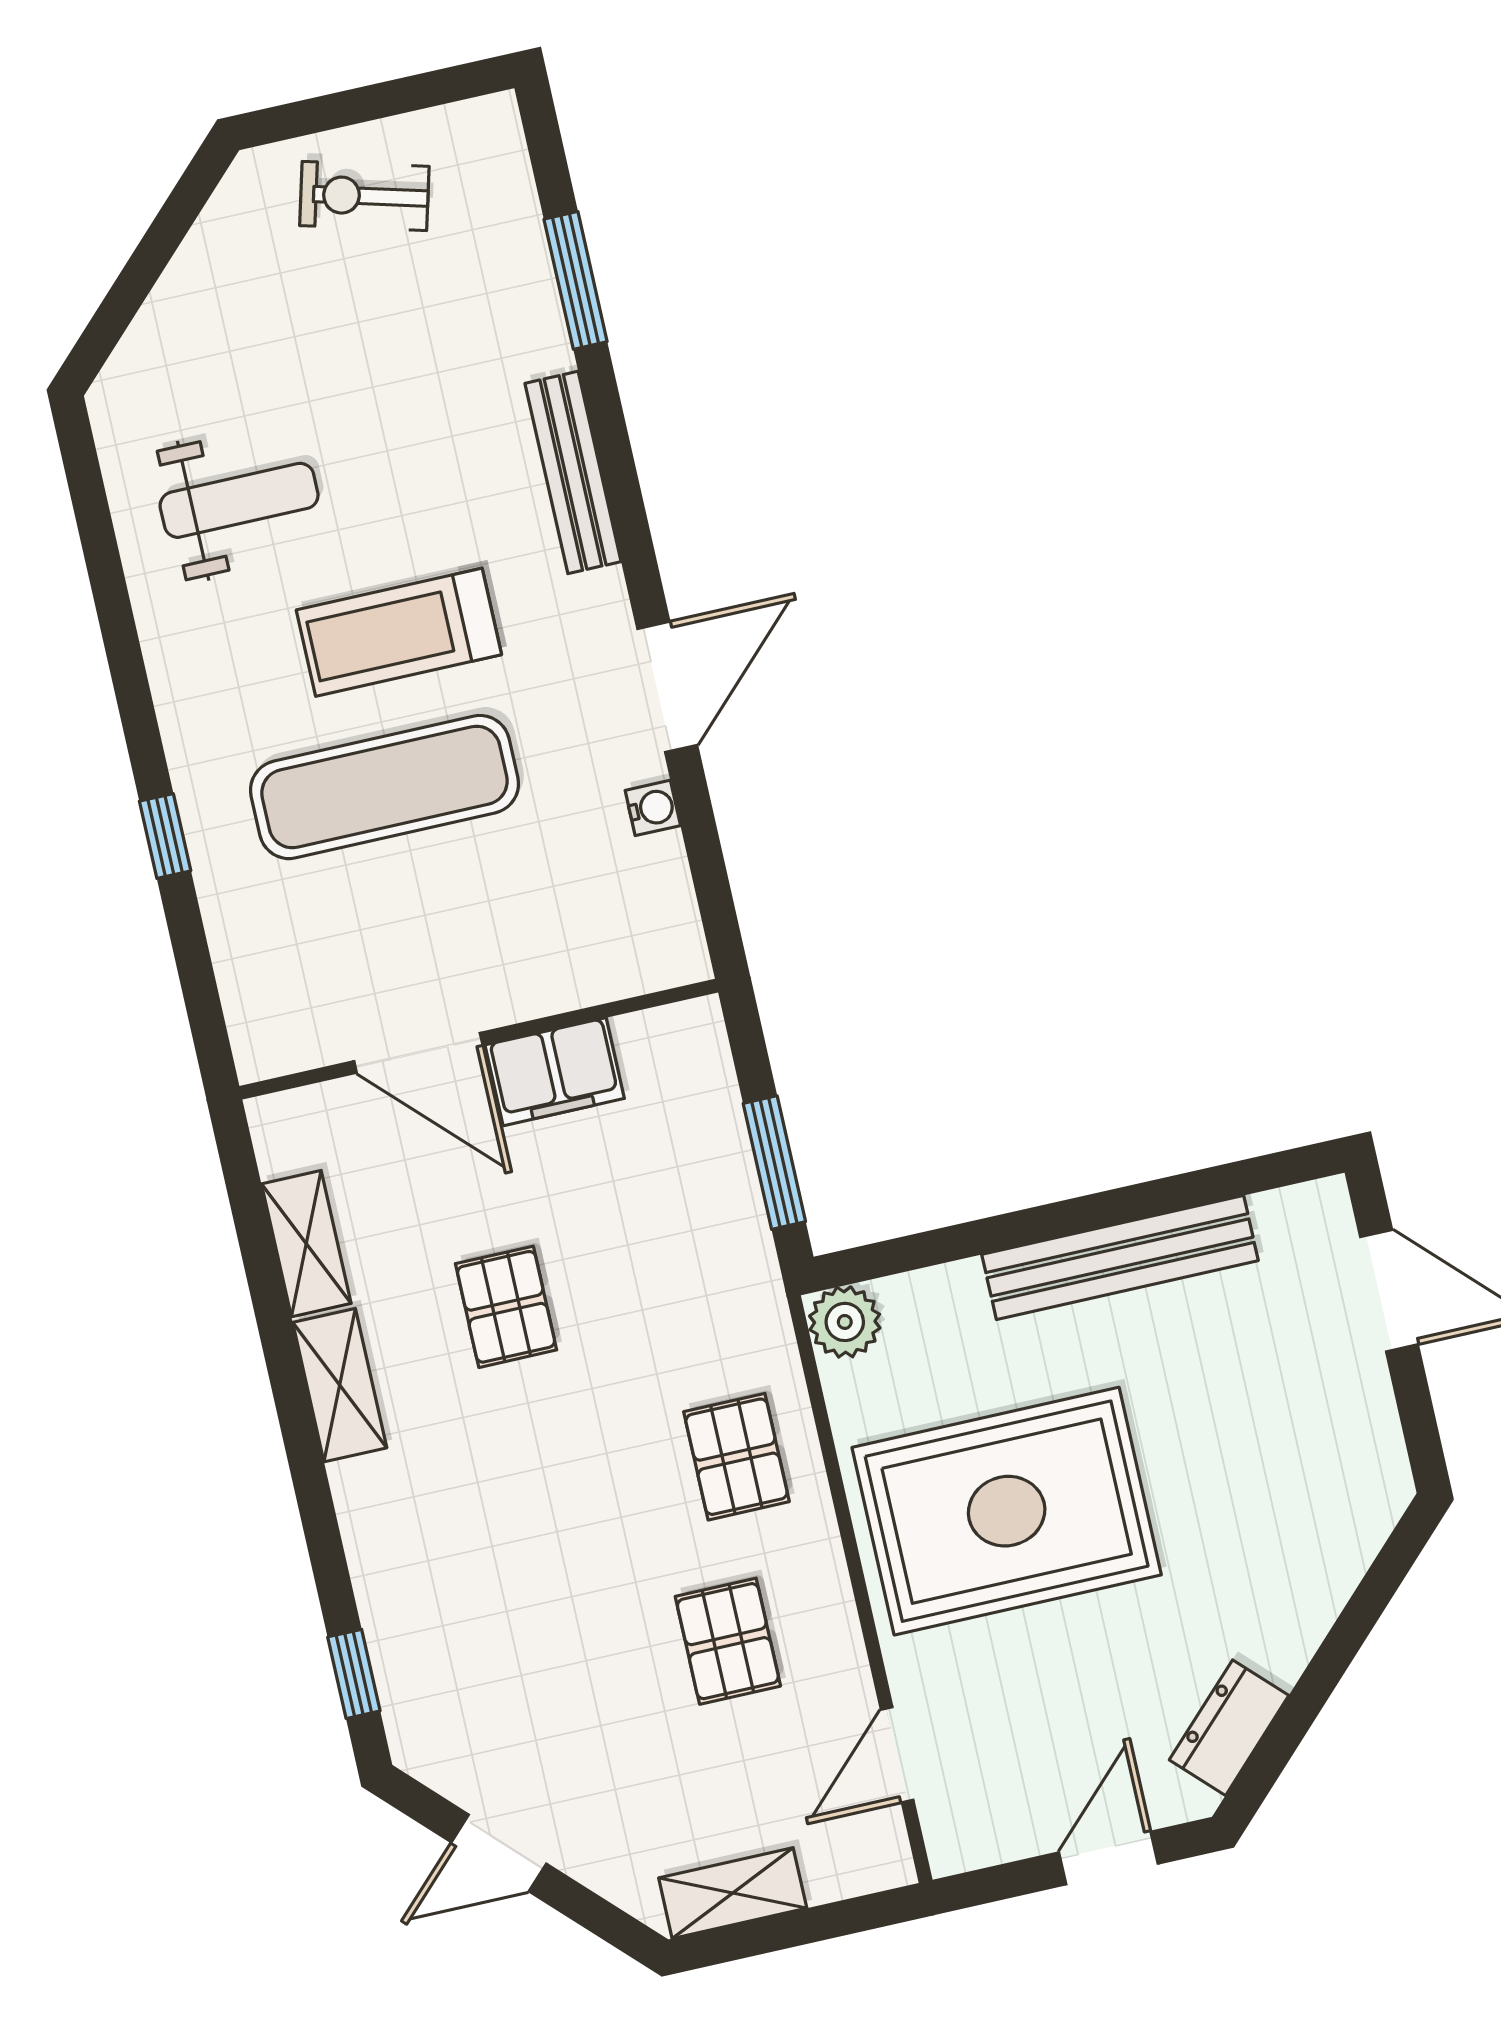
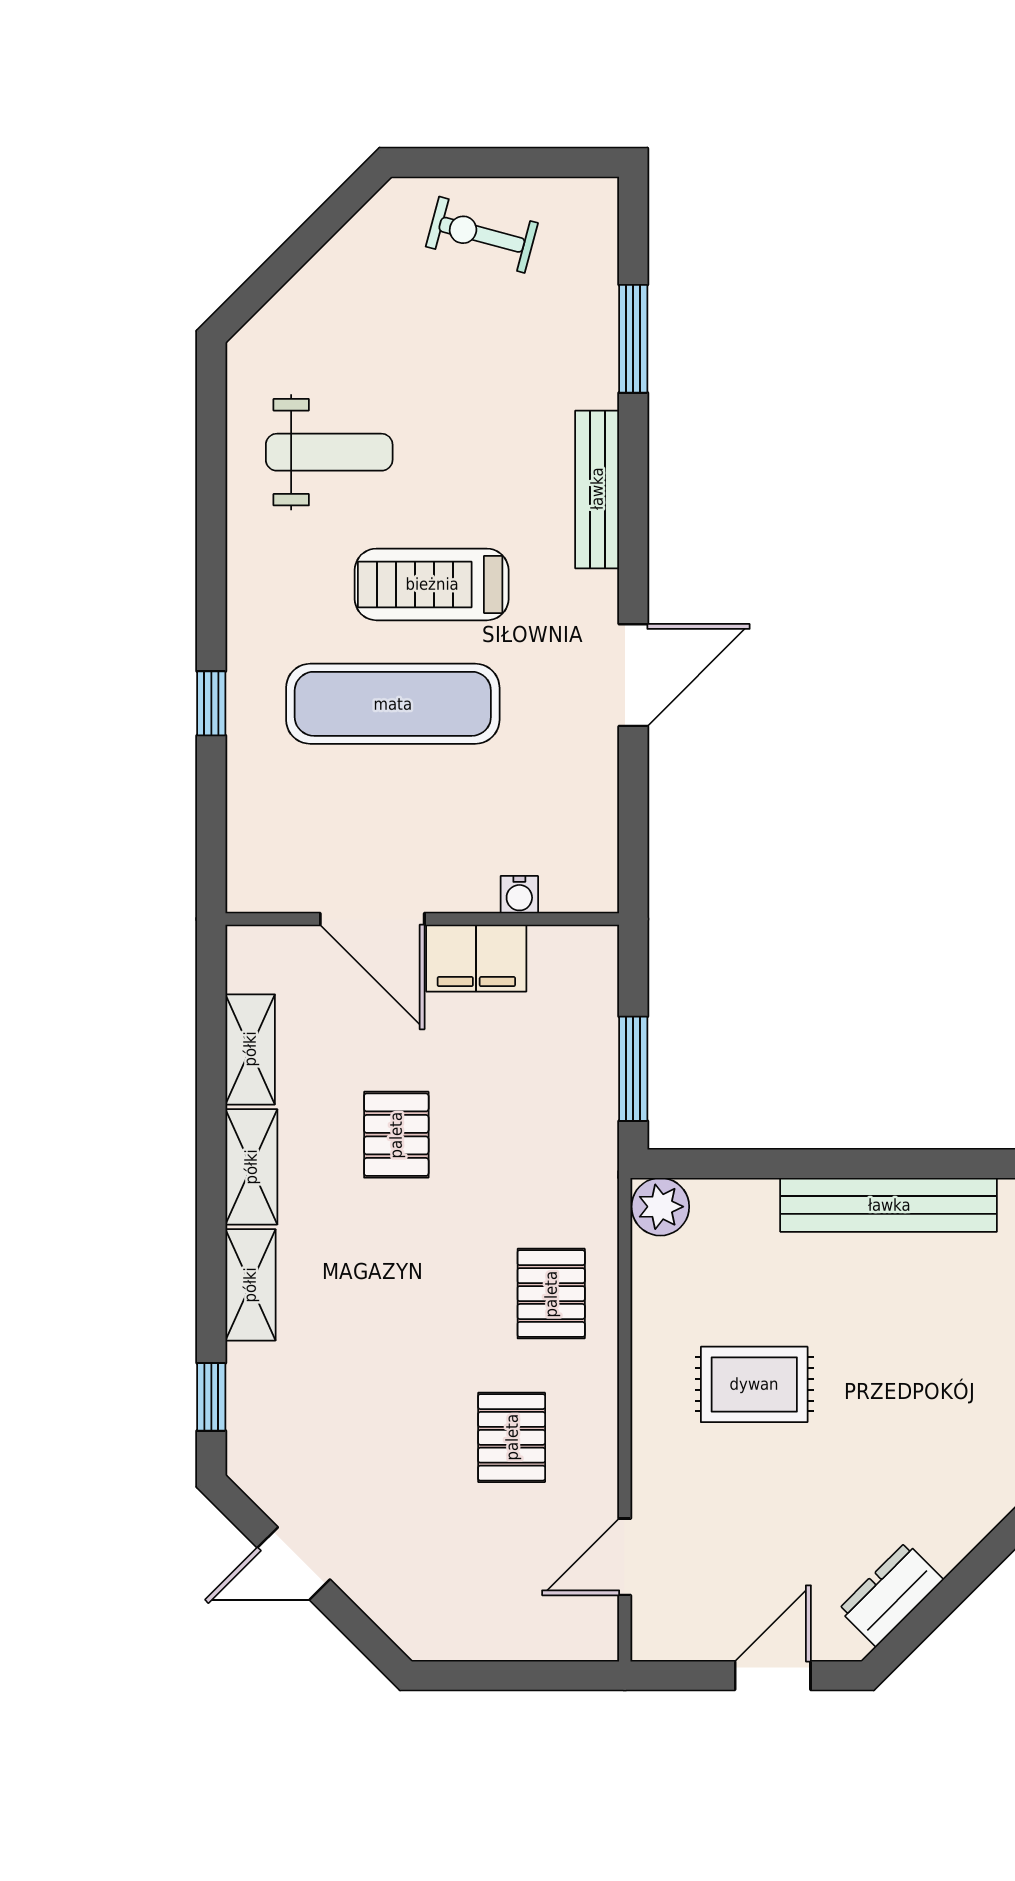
water cooler: (653, 808) -> (519, 895), moved, turned 90
rug: (1007, 1511) -> (754, 1384), width x0.54, depth x0.49
shelving: (733, 1893) -> (250, 1285), moved, turned 90

